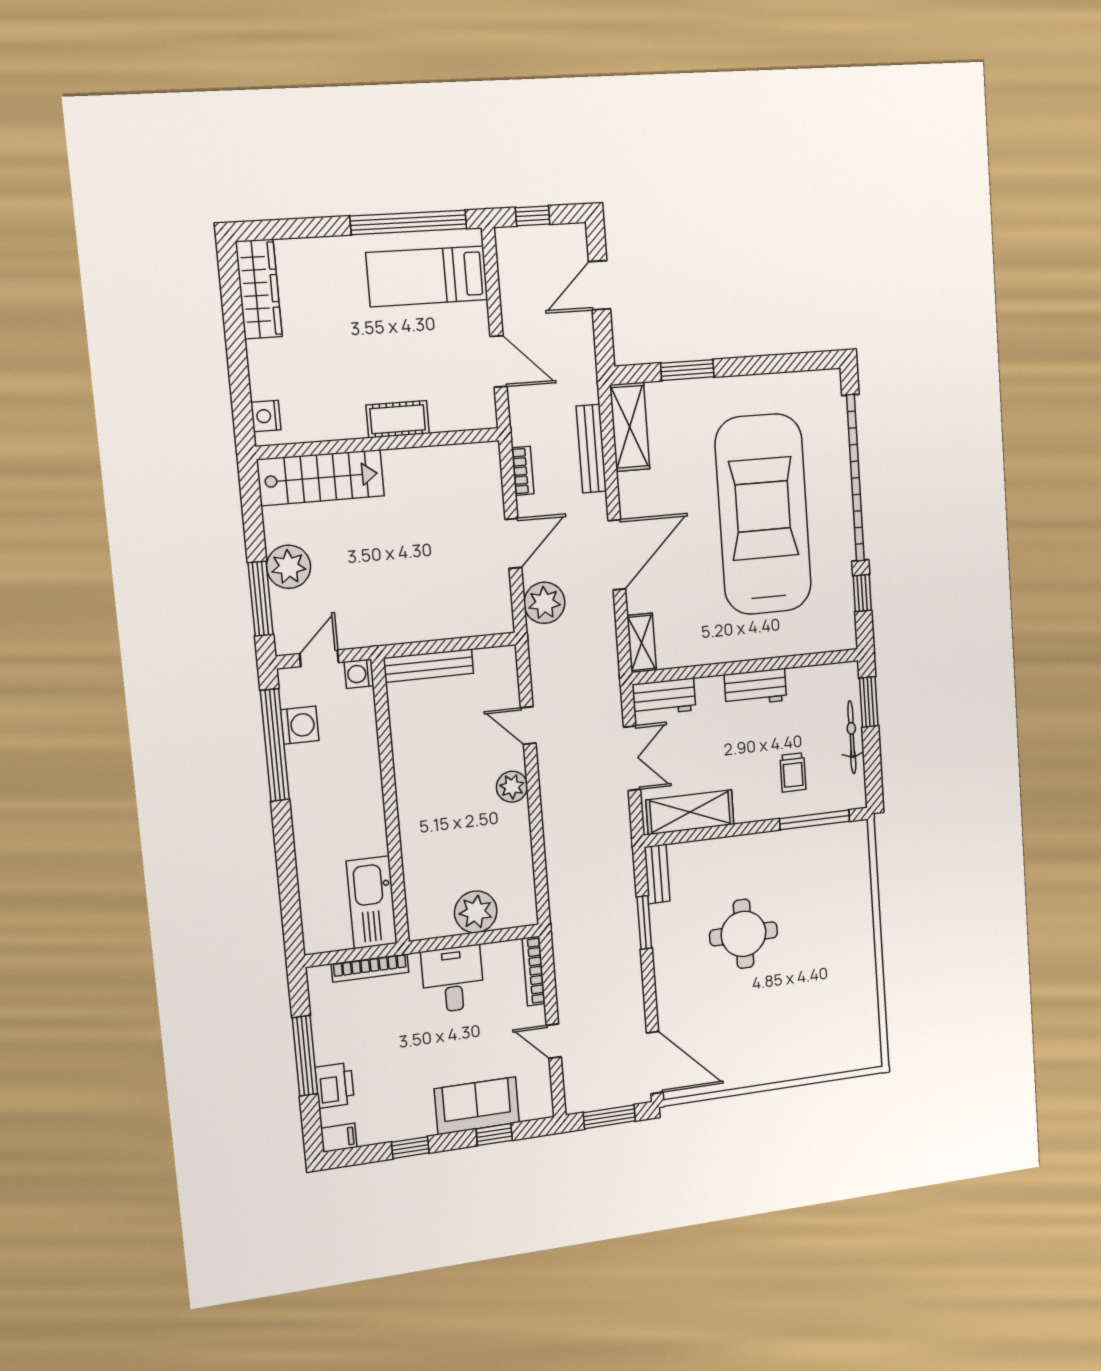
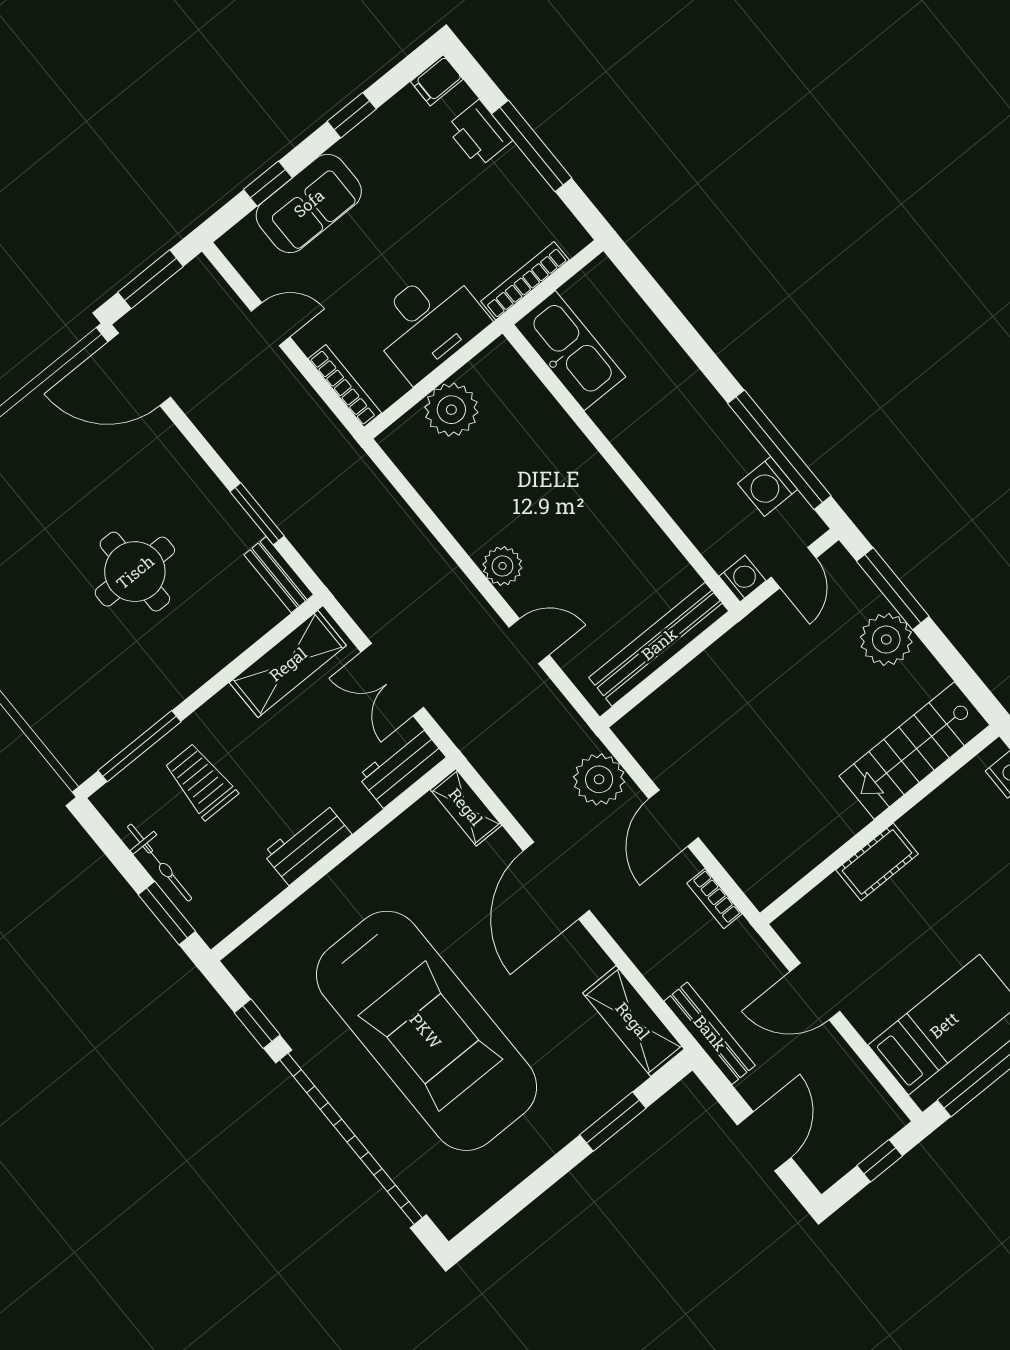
bench: (591, 449) -> (710, 1033), moved
bench: (428, 666) -> (659, 644), width x1.37, depth x1.21
trolley: (793, 772) -> (201, 781), width x1.36, depth x1.39
desk: (453, 979) -> (428, 323), width x1.37

